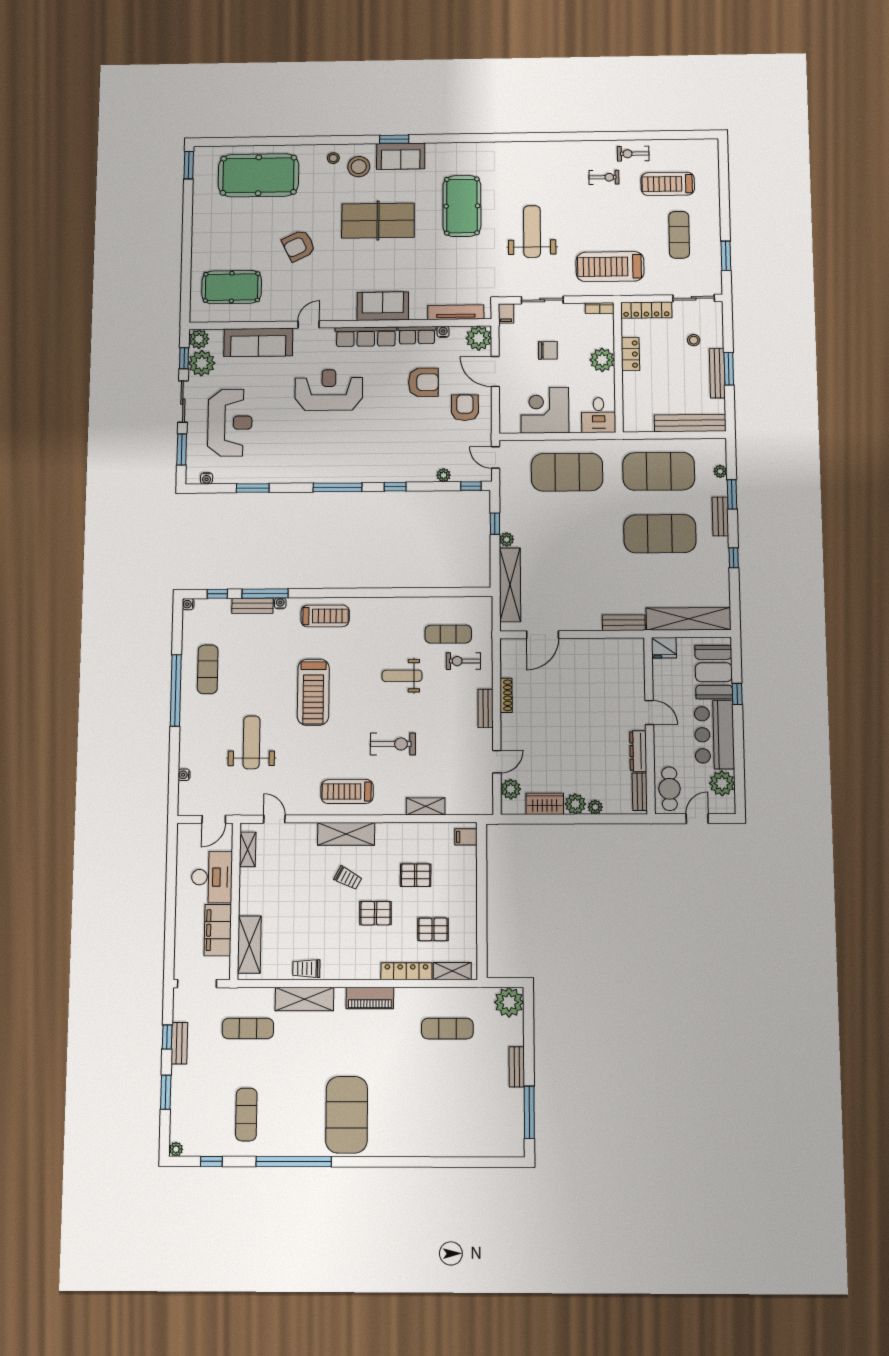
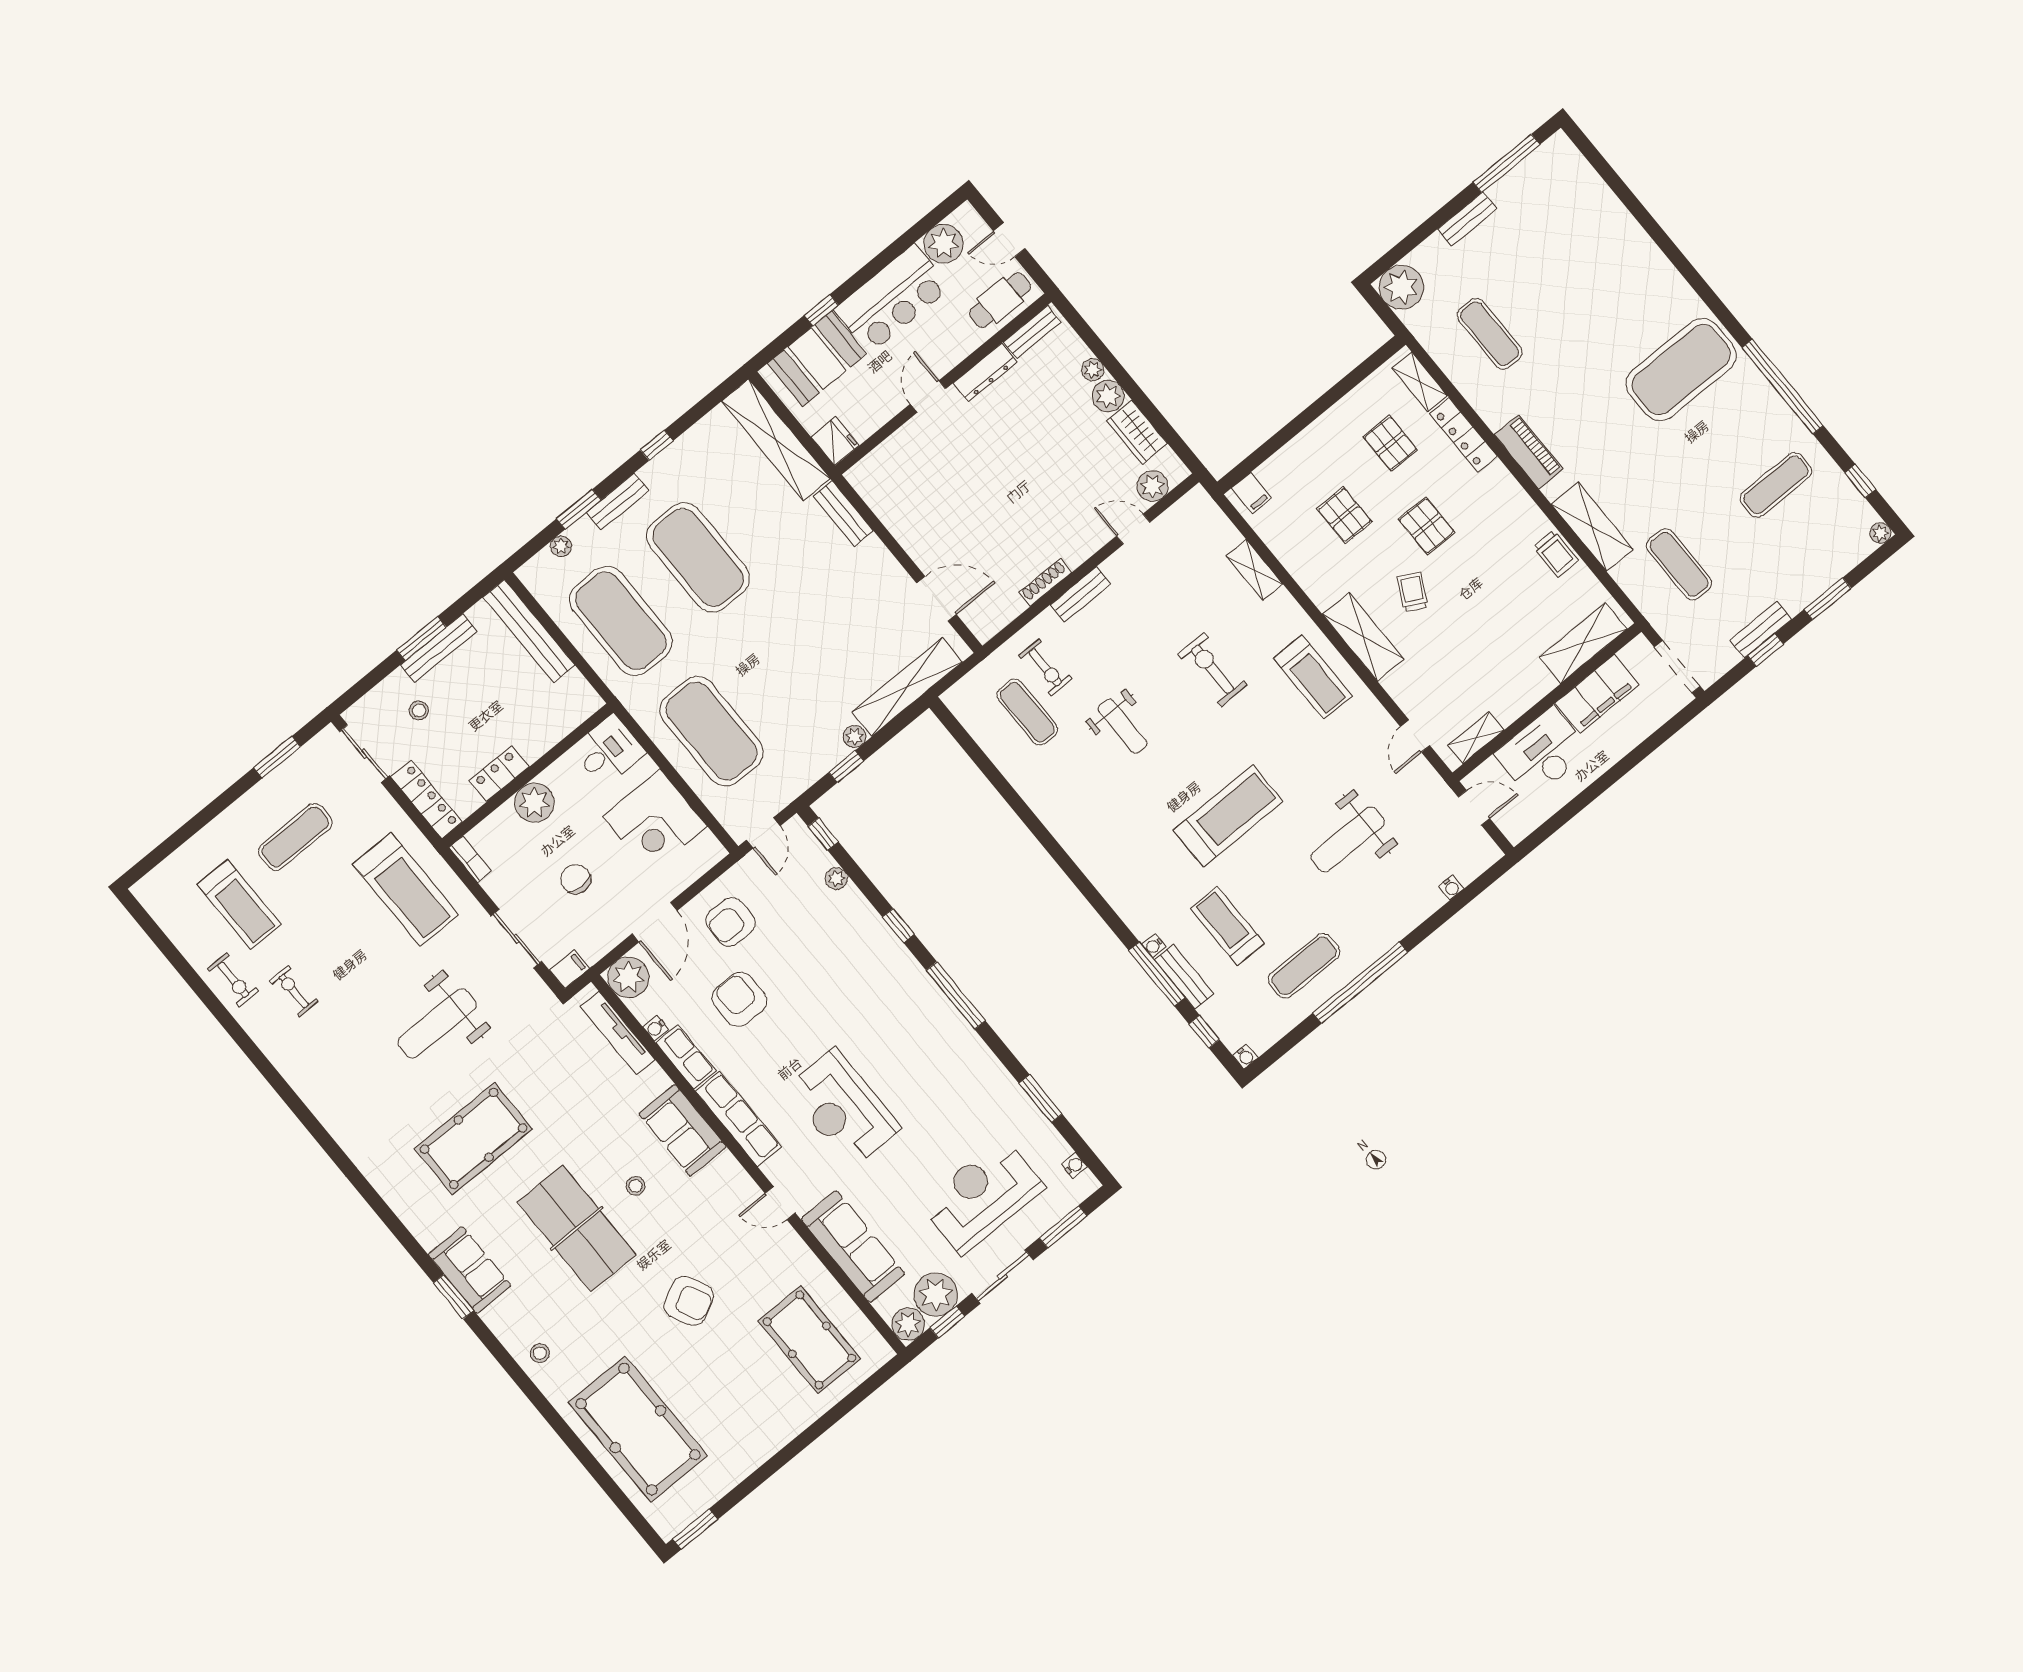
stool: (359, 167) -> (636, 1186), moved, width x0.53, depth x0.53
treadmill: (325, 616) -> (1227, 926), moved

